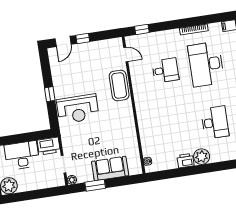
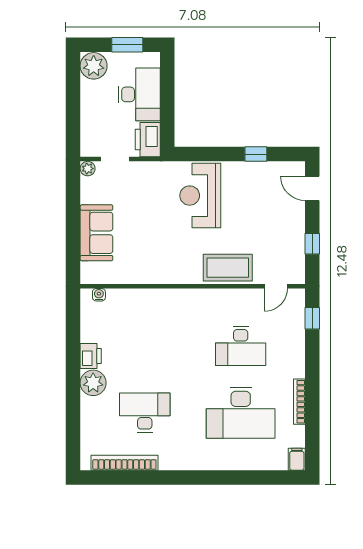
window: (83, 38) -> (312, 244), moved
desk: (206, 64) -> (241, 413), turned 180
desk: (165, 70) -> (241, 346), width x1.37
window: (50, 94) -> (256, 154), moved
desk: (215, 122) -> (145, 413), turned 180
window: (95, 185) -> (73, 205), removed

